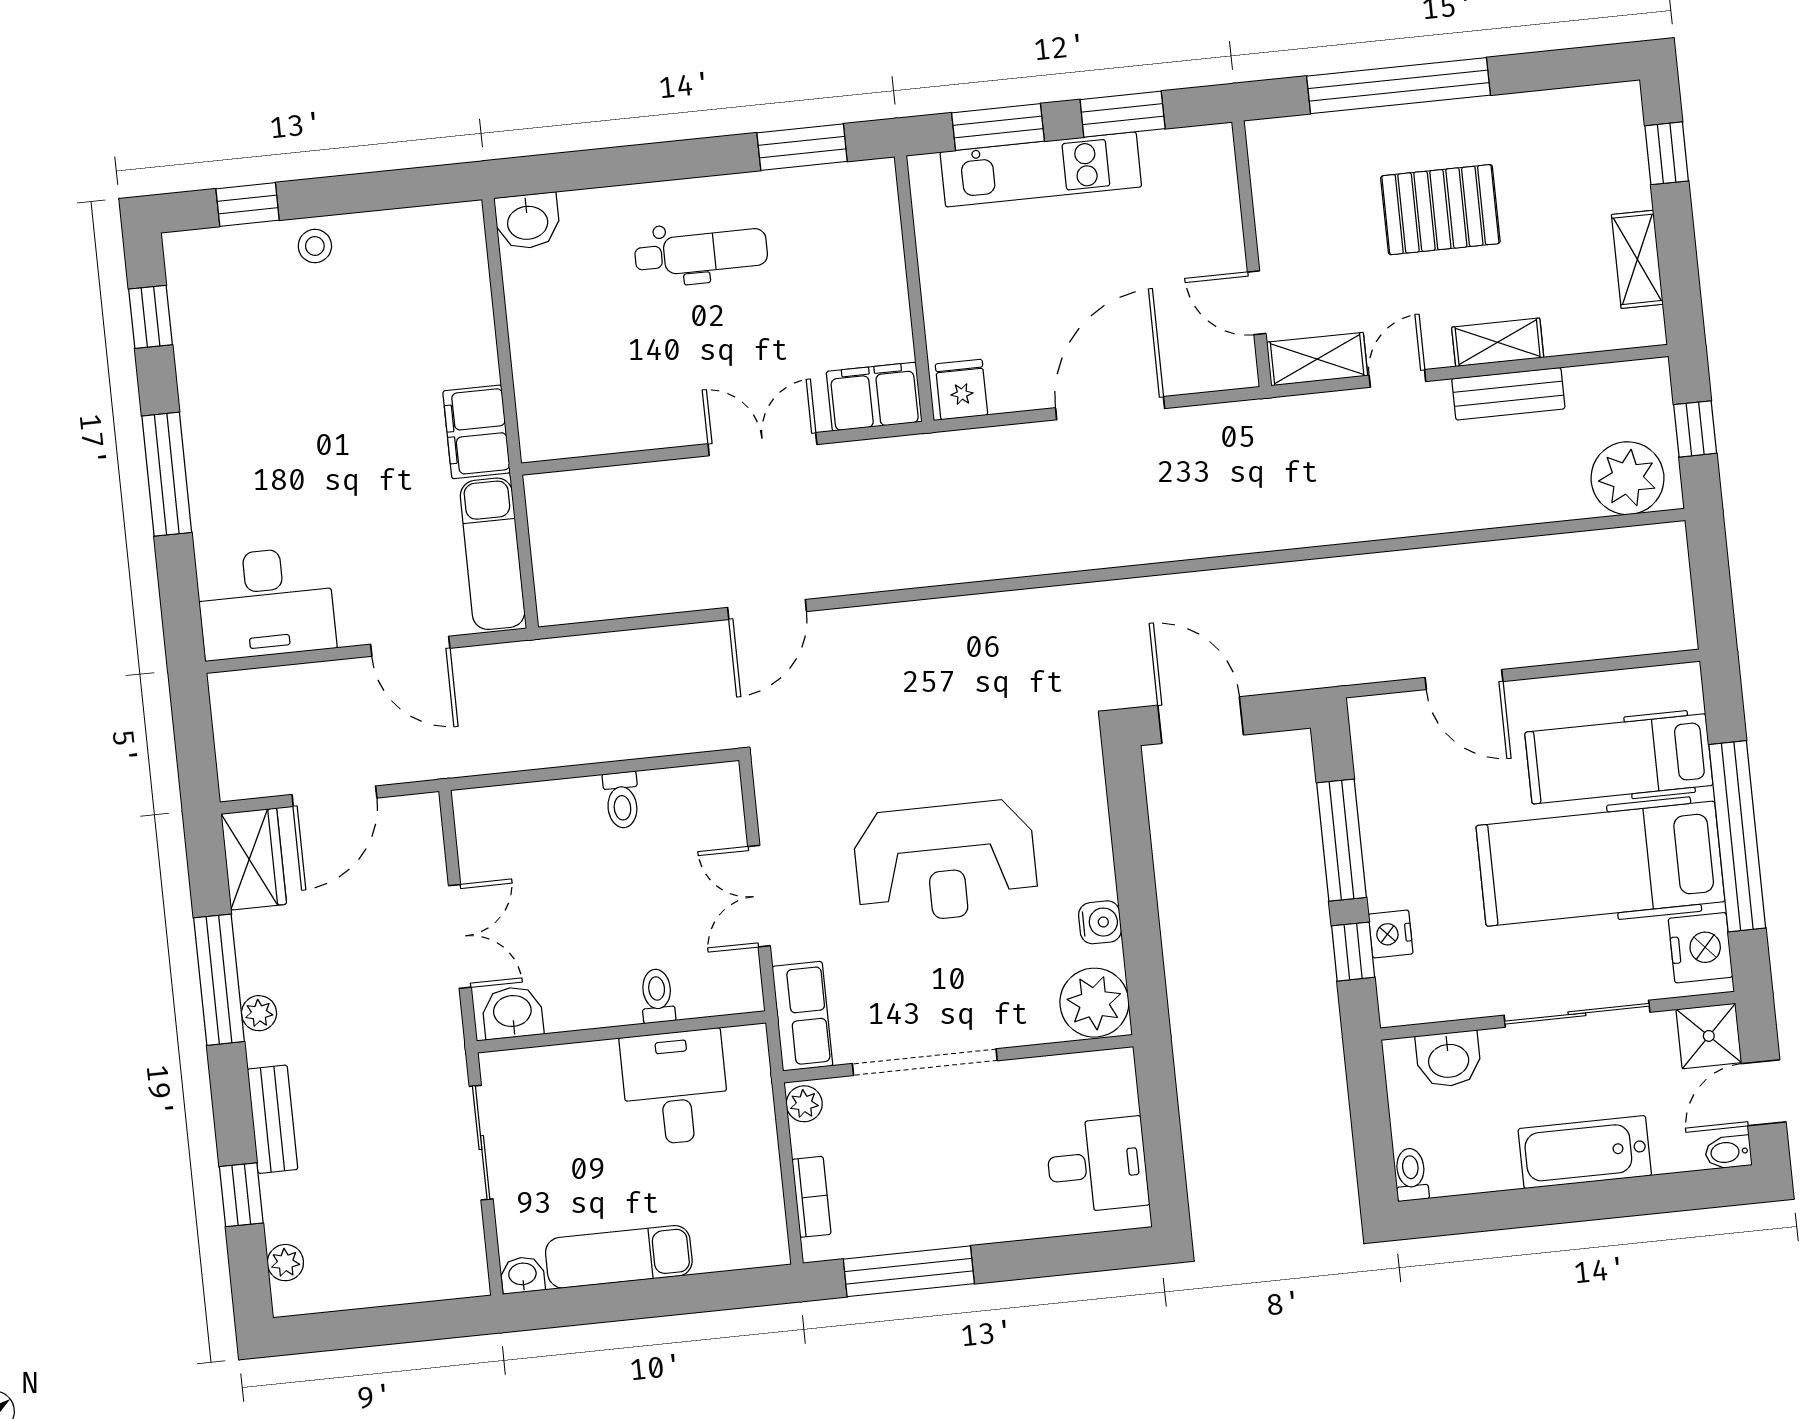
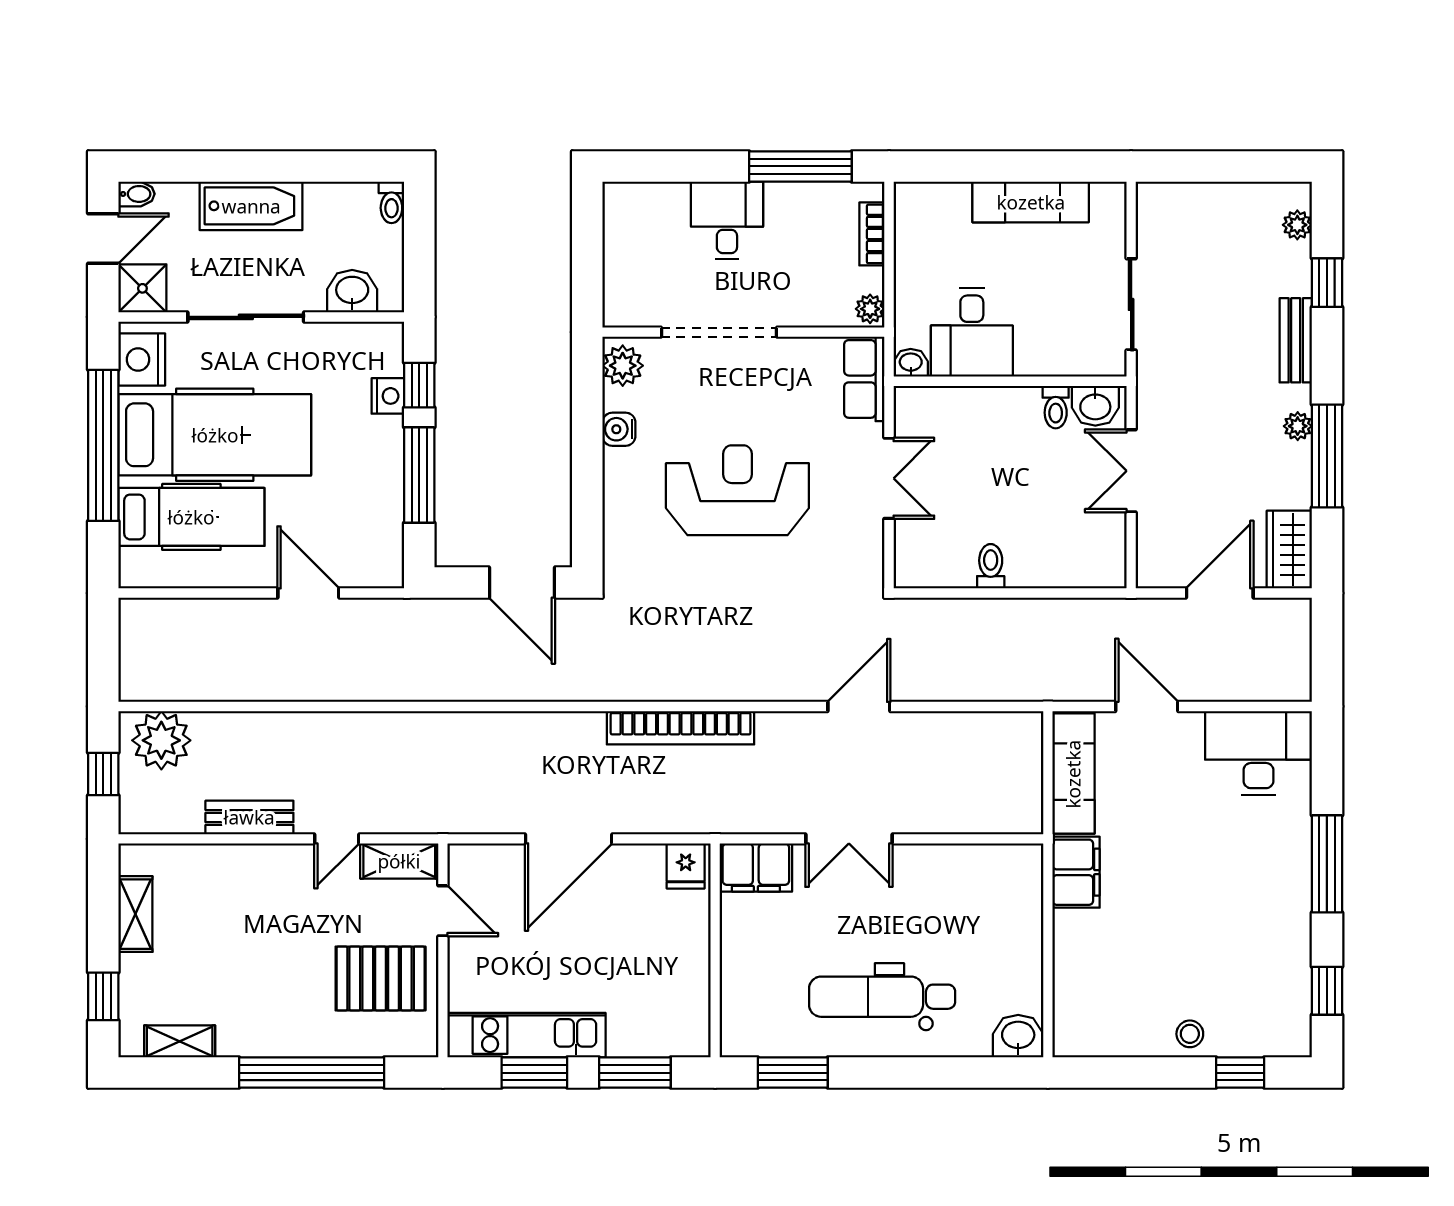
kitchen unit: (1041, 169) -> (526, 1035), moved
pallet: (1440, 210) -> (381, 979), moved
dental chair: (701, 253) -> (882, 997), width x1.36, depth x1.38
shelving: (1498, 342) -> (180, 1041), moved
bookcase: (985, 560) -> (681, 728), added
toilet: (657, 996) -> (1056, 407), moved
plant: (1094, 1003) -> (623, 366), width x0.73, depth x0.73
doorway: (925, 1062) -> (719, 332), moved
desk: (1097, 1165) -> (727, 220), moved, turned 90
washbasin: (523, 1275) -> (911, 363), moved, turned 180

